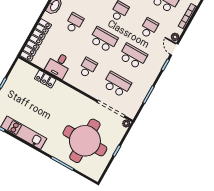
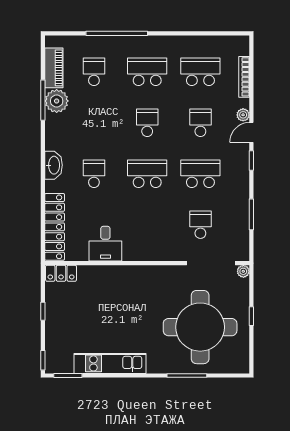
door: (174, 49) -> (251, 132), hinge flipped
school desk: (88, 68) -> (147, 225), removed
locker: (45, 79) -> (61, 273), moved
school desk: (117, 84) -> (200, 225), width x0.54

